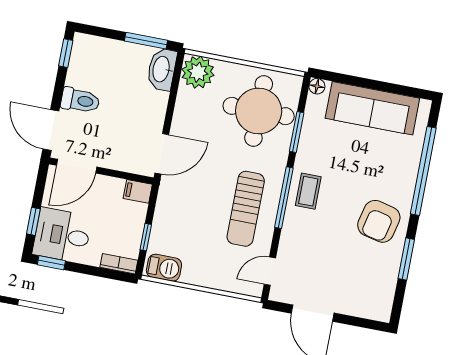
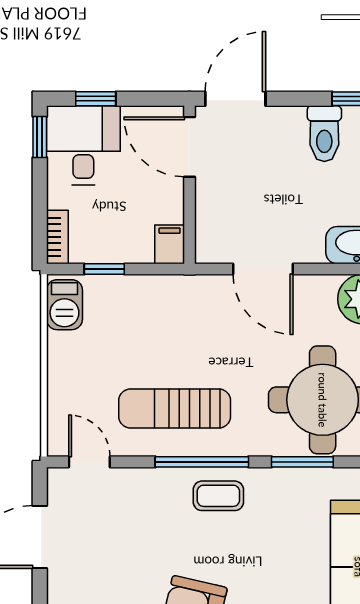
toilet: (80, 100) -> (324, 134), moved
door: (162, 154) -> (263, 269), moved

